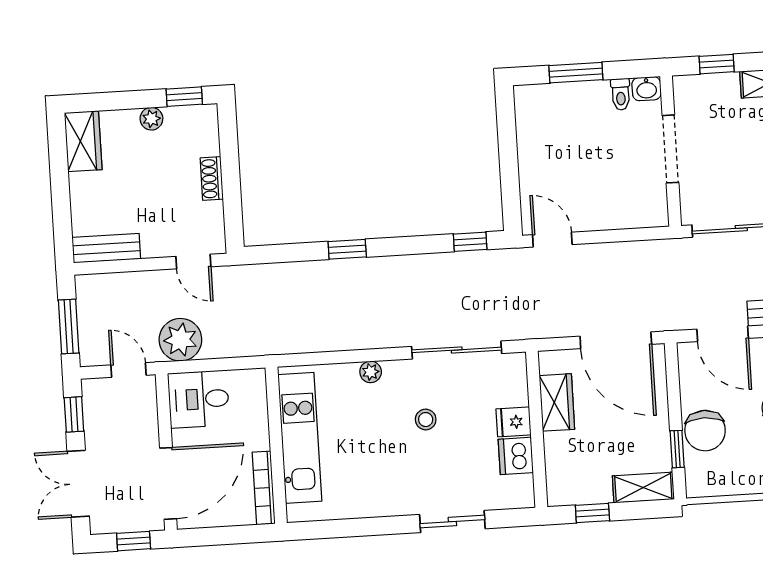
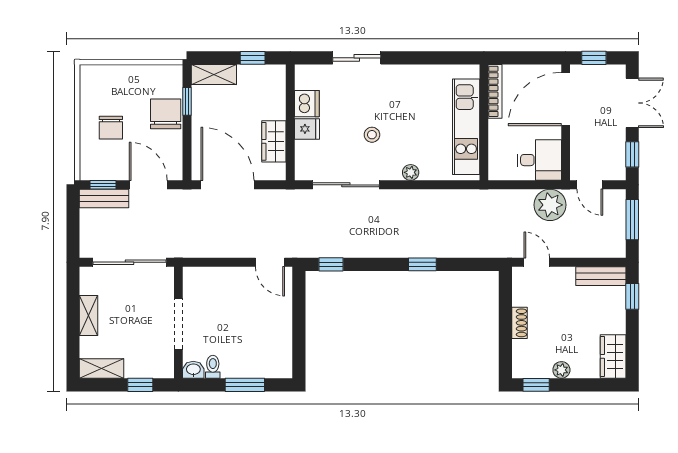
window: (62, 223) -> (632, 296), added

